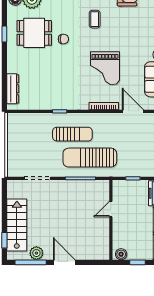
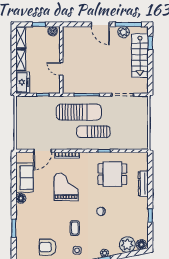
dining table: (34, 33) -> (112, 174), moved
dresser: (13, 89) -> (143, 184), moved
door: (133, 111) -> (43, 151), hinge flipped
door: (111, 209) -> (61, 69), swing flipped

